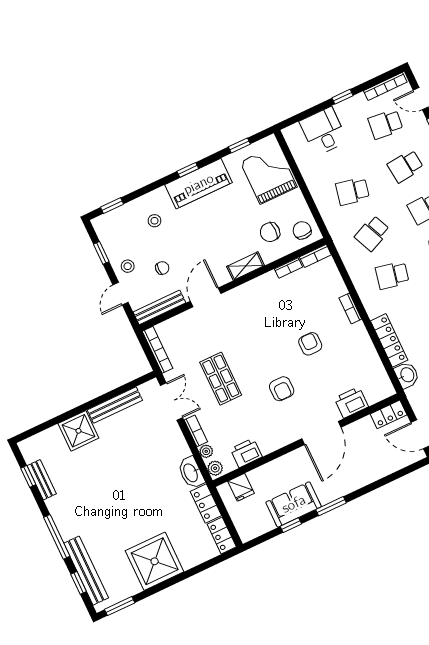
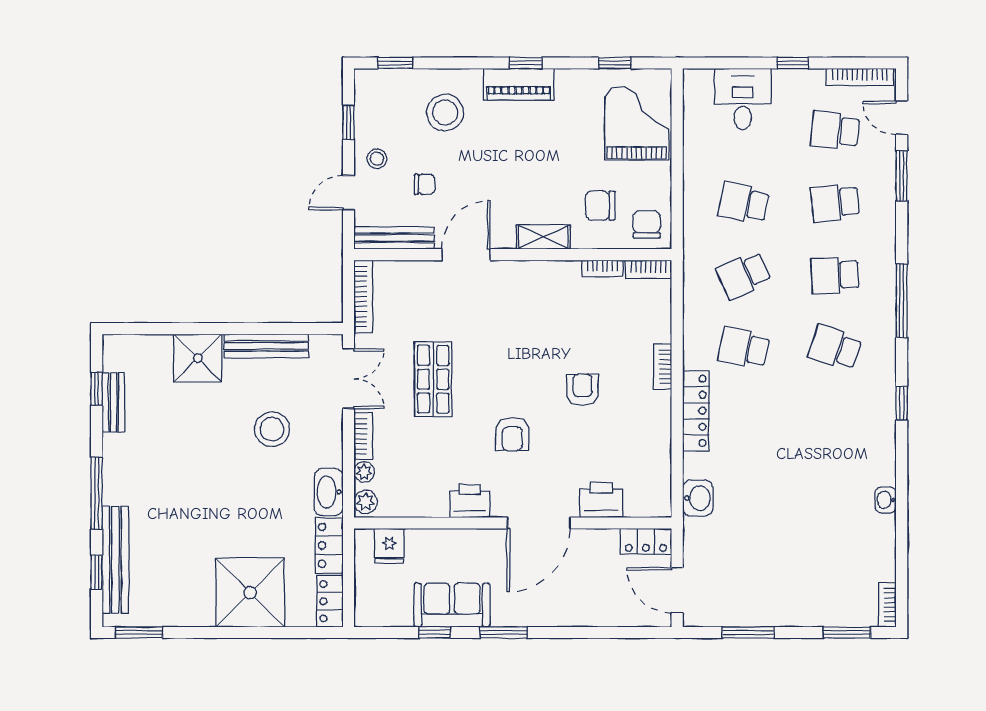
piano: (199, 184) -> (519, 84), width x0.73, depth x0.75
stool: (154, 221) -> (445, 113), width x1.89, depth x1.89
locker: (389, 340) -> (696, 411), moved
stool: (141, 452) -> (272, 429), added
printer: (246, 453) -> (470, 501), moved
shower: (155, 561) -> (250, 593), moved

